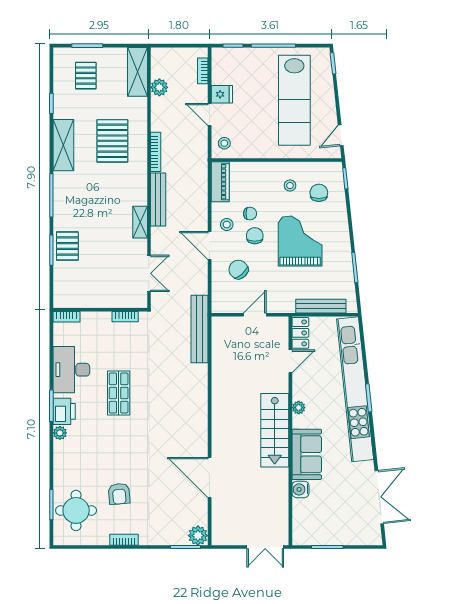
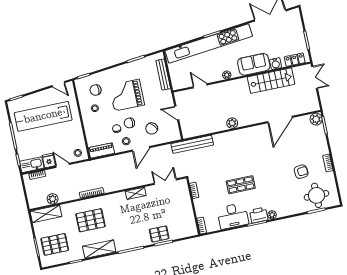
kitchen sink: (221, 66) -> (32, 165), added
pallet: (86, 76) -> (55, 244), width x1.50, depth x1.42
lab bench: (294, 100) -> (43, 116), turned 180
door: (210, 115) -> (62, 165), swing flipped
bench: (158, 200) -> (120, 185), removed
locker: (300, 333) -> (295, 60), moved
plant: (220, 400) -> (232, 123), added
stairs: (275, 430) -> (271, 81), moved

